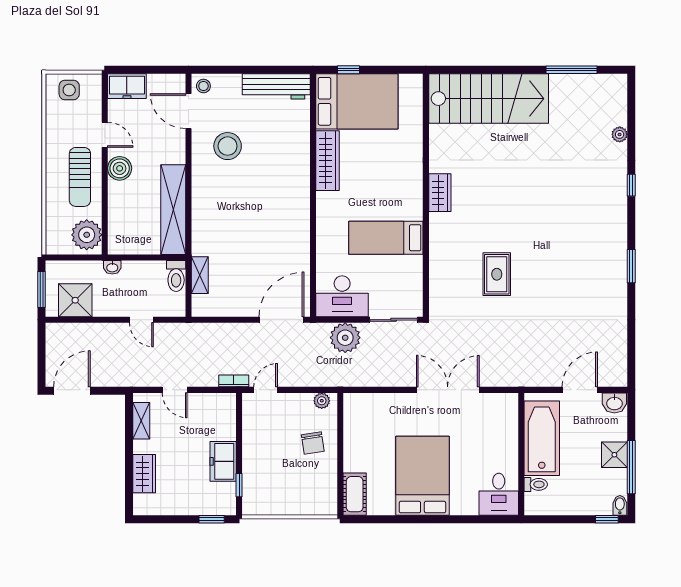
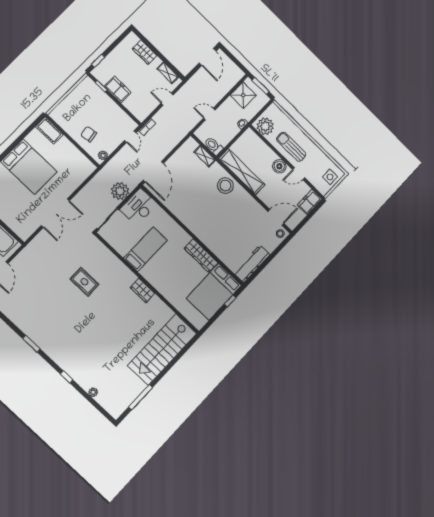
stool: (228, 146) -> (225, 186), moved

